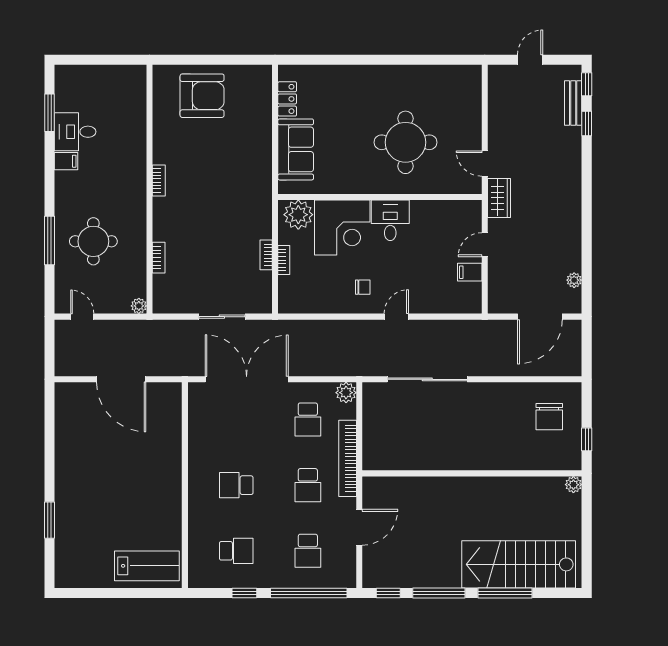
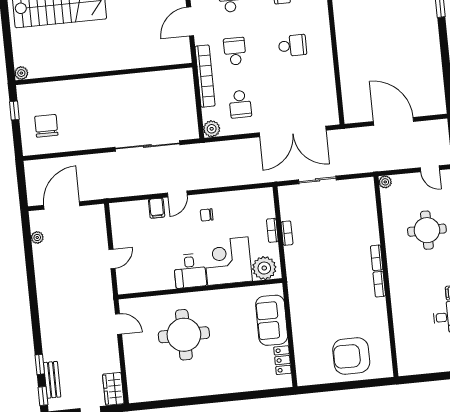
wardrobe: (499, 198) -> (113, 389), moved
bookcase: (159, 258) -> (377, 258), moved
filing cabinet: (470, 272) -> (157, 208), moved, turned 90
school desk: (308, 419) -> (240, 104), turned 180

